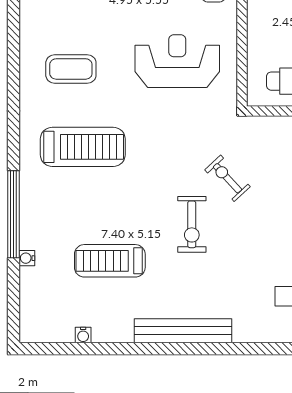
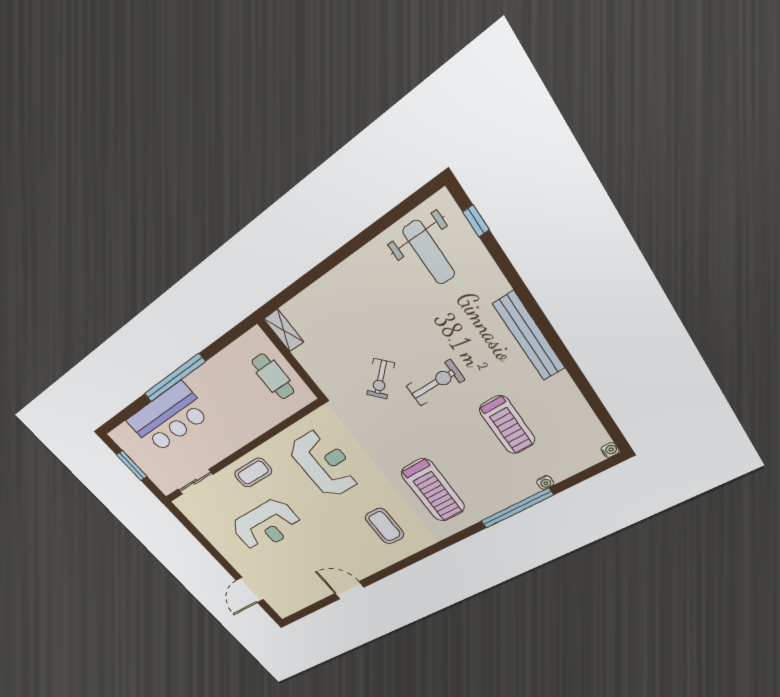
reception desk: (177, 61) -> (325, 464), turned 180
treadmill: (83, 147) -> (433, 490), turned 180
water cooler: (83, 335) -> (610, 450), moved

